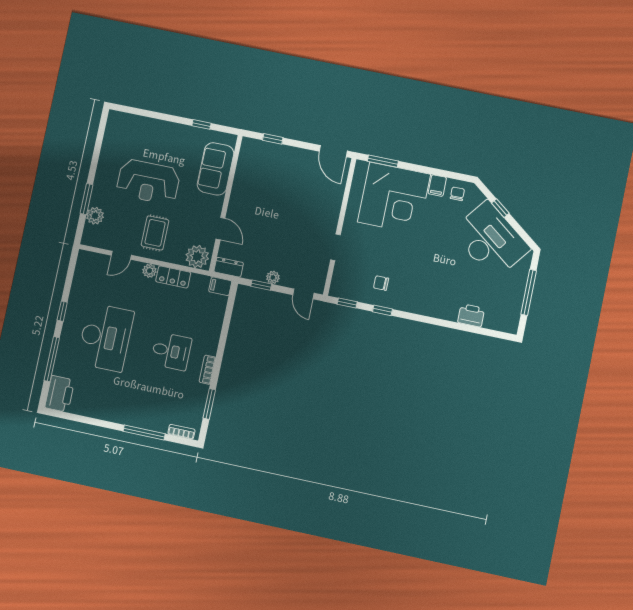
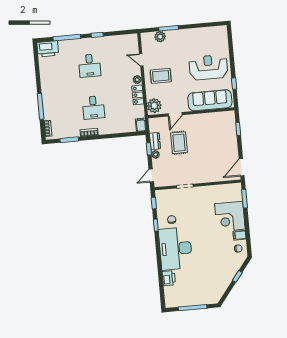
sofa: (215, 169) -> (210, 100), width x1.36
reception desk: (148, 182) -> (208, 67), moved, turned 90
corner desk: (394, 198) -> (230, 216), width x0.74, depth x0.74
rug: (266, 236) -> (179, 143), added
desk: (491, 240) -> (176, 249), moved, turned 142
dresser: (229, 267) -> (155, 141), moved
desk: (105, 337) -> (90, 66), width x0.53, depth x0.77

